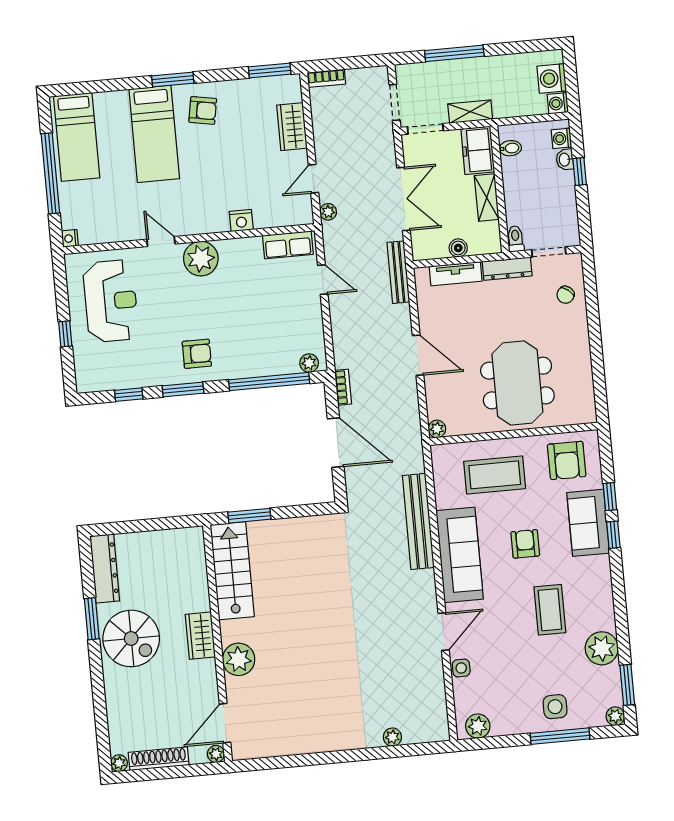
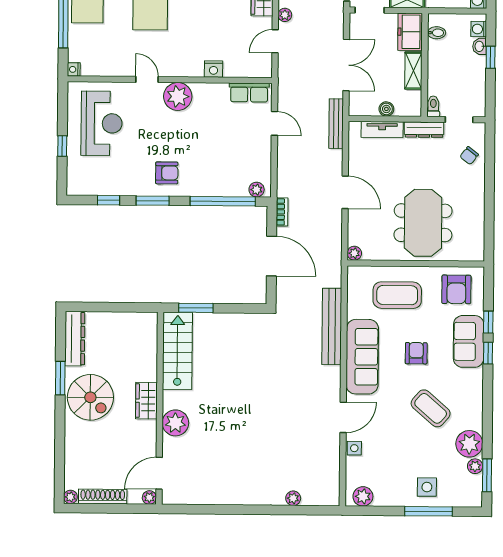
plant: (328, 212) -> (285, 15), moved
coffee table: (550, 610) -> (431, 408), turned -49
plant: (615, 716) -> (475, 466), moved

